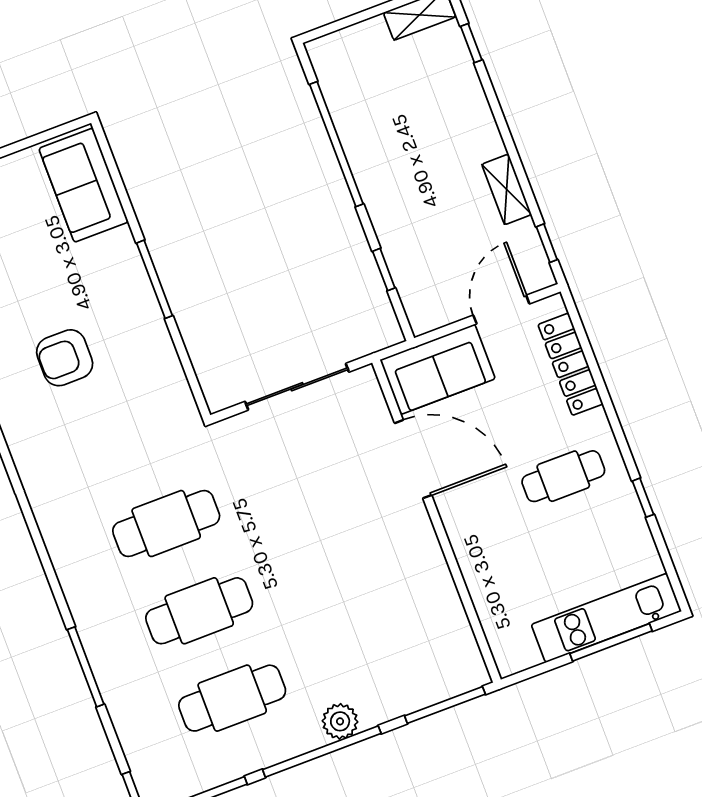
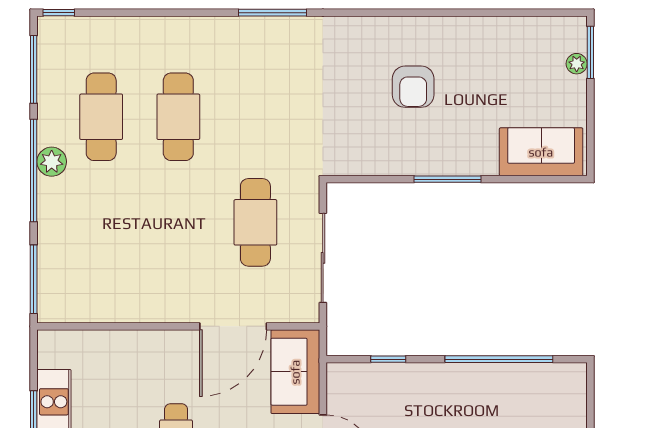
armchair: (65, 358) -> (413, 87), turned 180
cafe table: (166, 524) -> (255, 222), moved
window: (86, 667) -> (272, 13), moved
plant: (340, 721) -> (52, 162), moved

